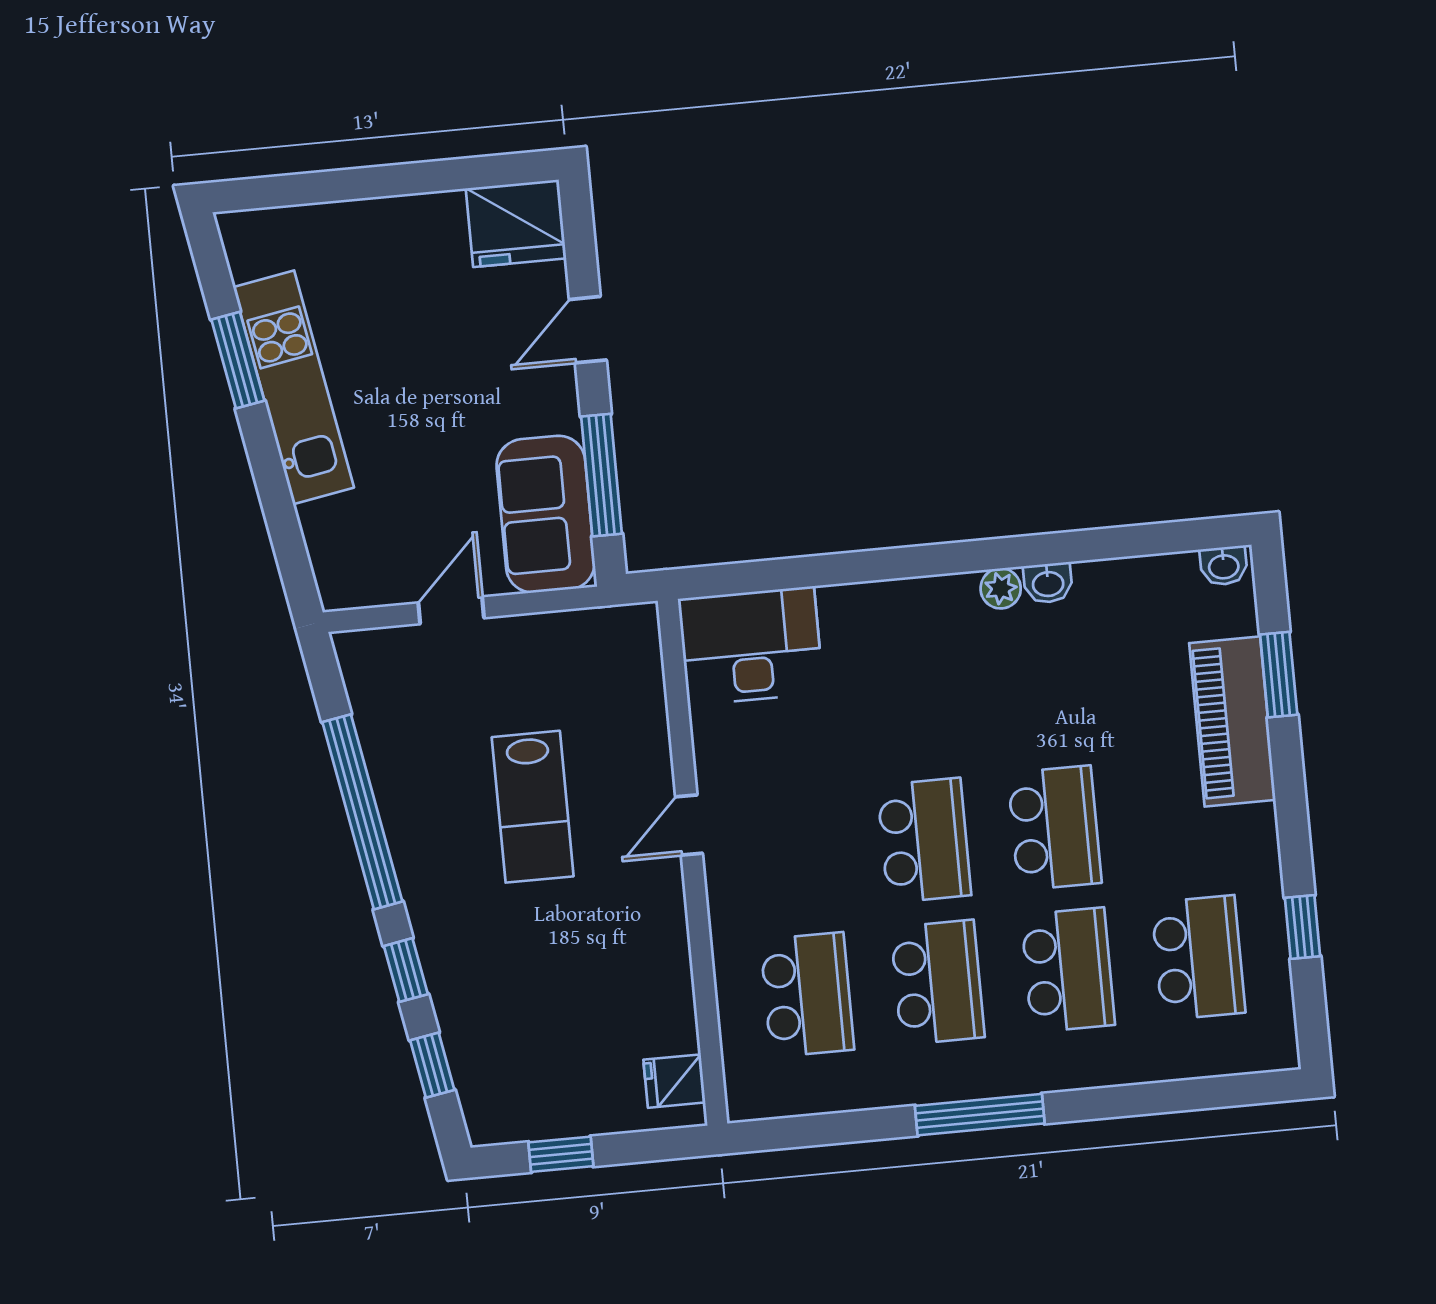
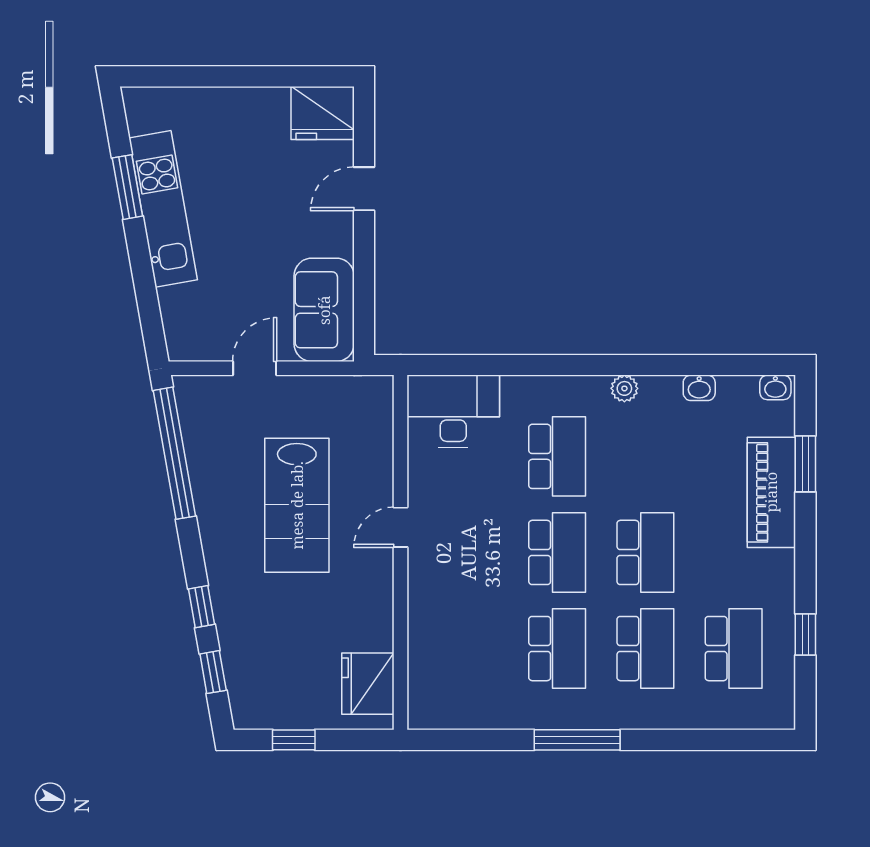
window: (602, 475) -> (364, 287), removed
washbasin: (1048, 583) -> (699, 388), moved
lab bench: (533, 807) -> (297, 505), width x1.36, depth x1.39
window: (362, 812) -> (174, 453), moved
school desk: (807, 995) -> (557, 456), moved
fridge: (674, 1081) -> (368, 684), width x1.88, depth x1.34

